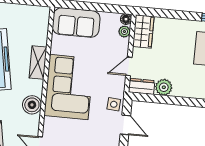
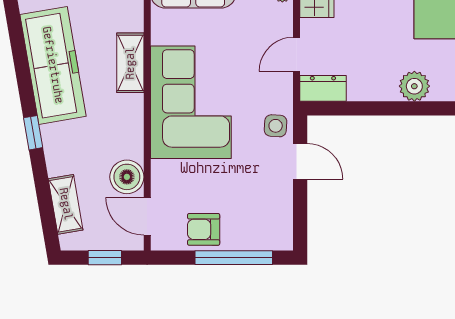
plant: (164, 87) -> (414, 86), moved
boiler: (32, 105) -> (127, 177), moved

